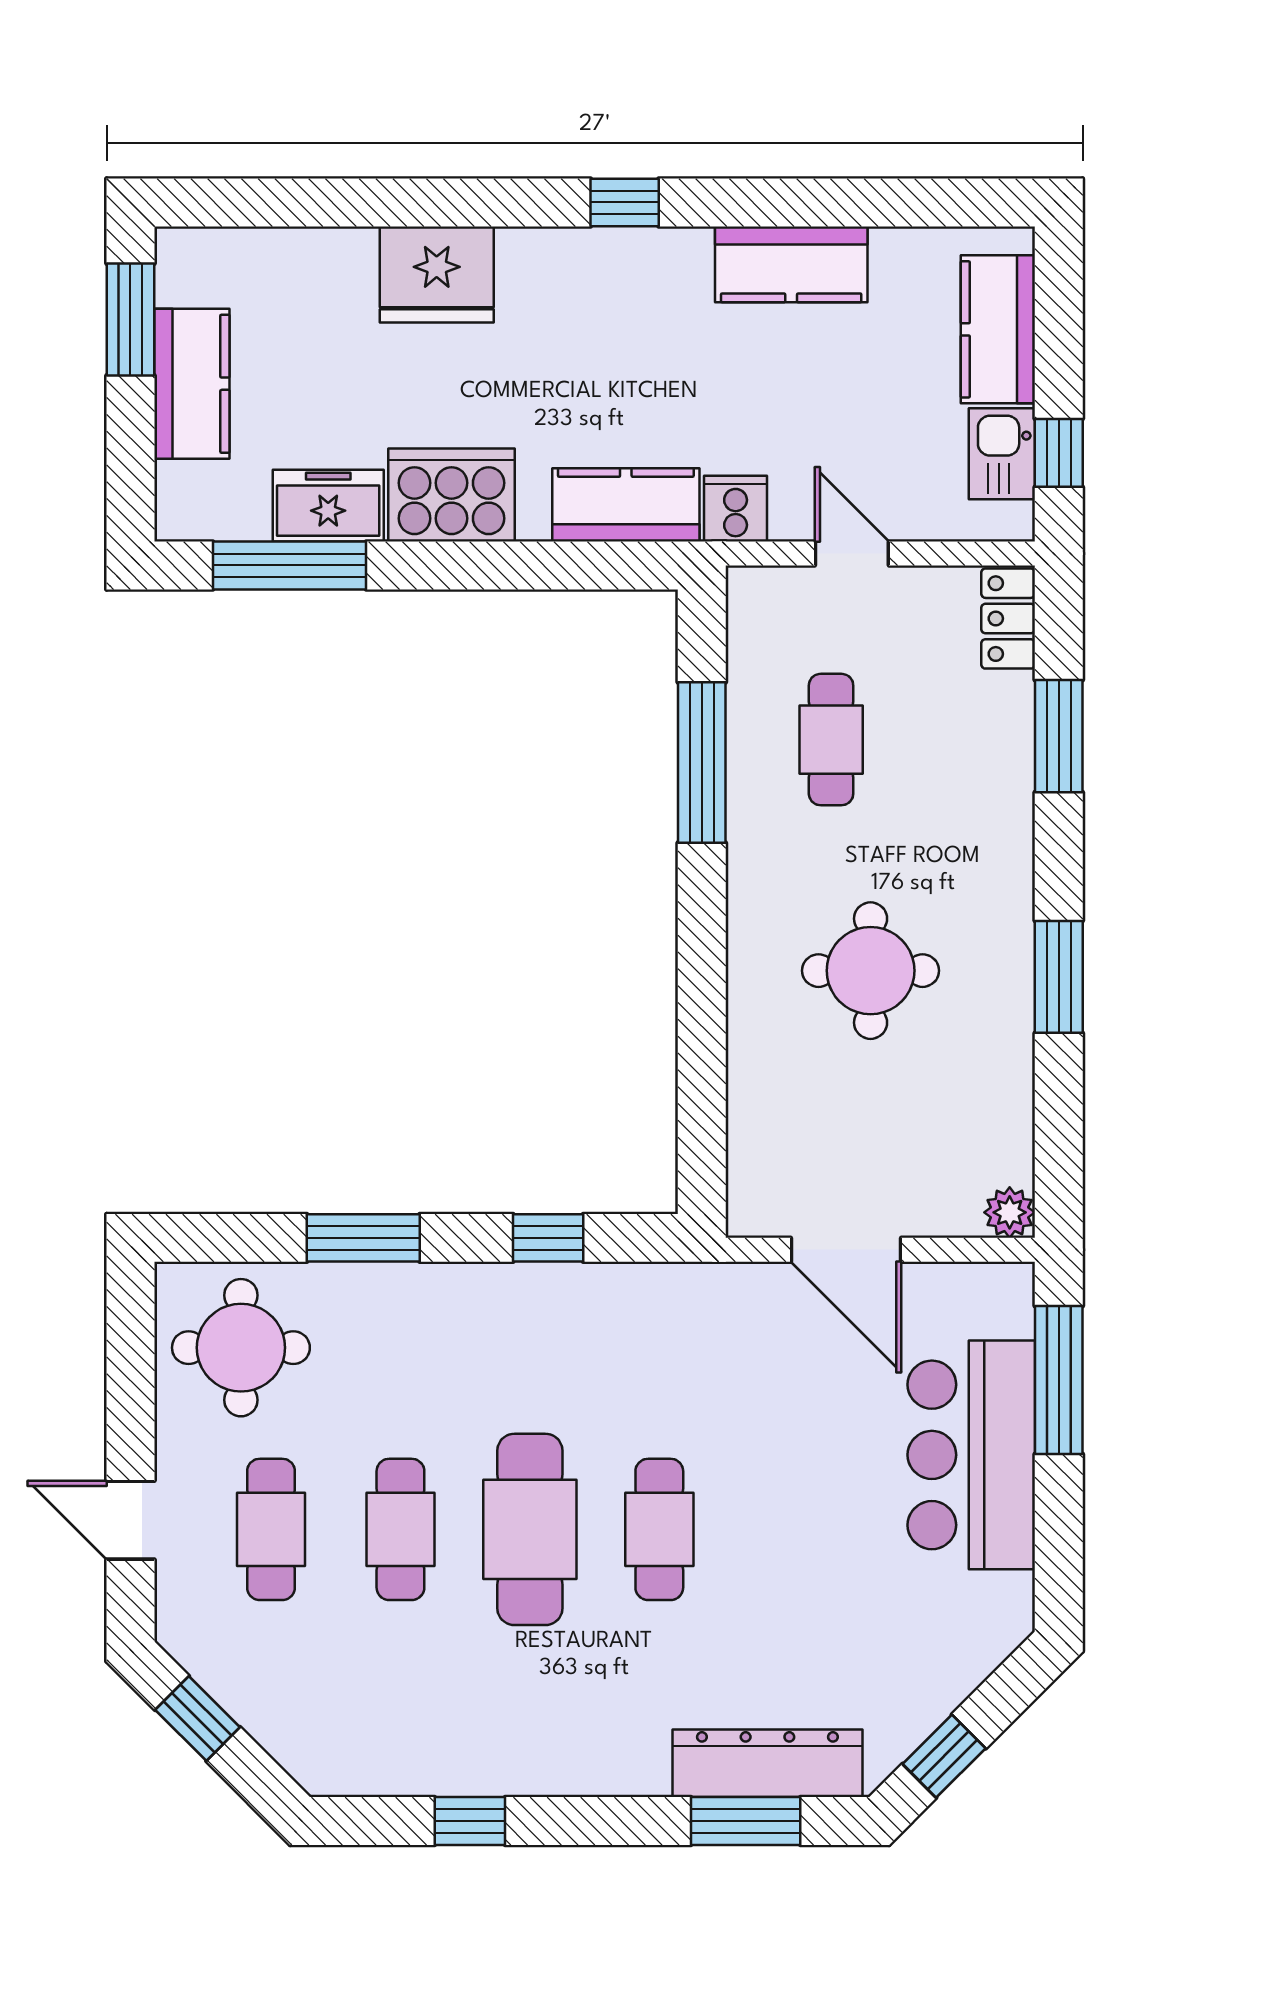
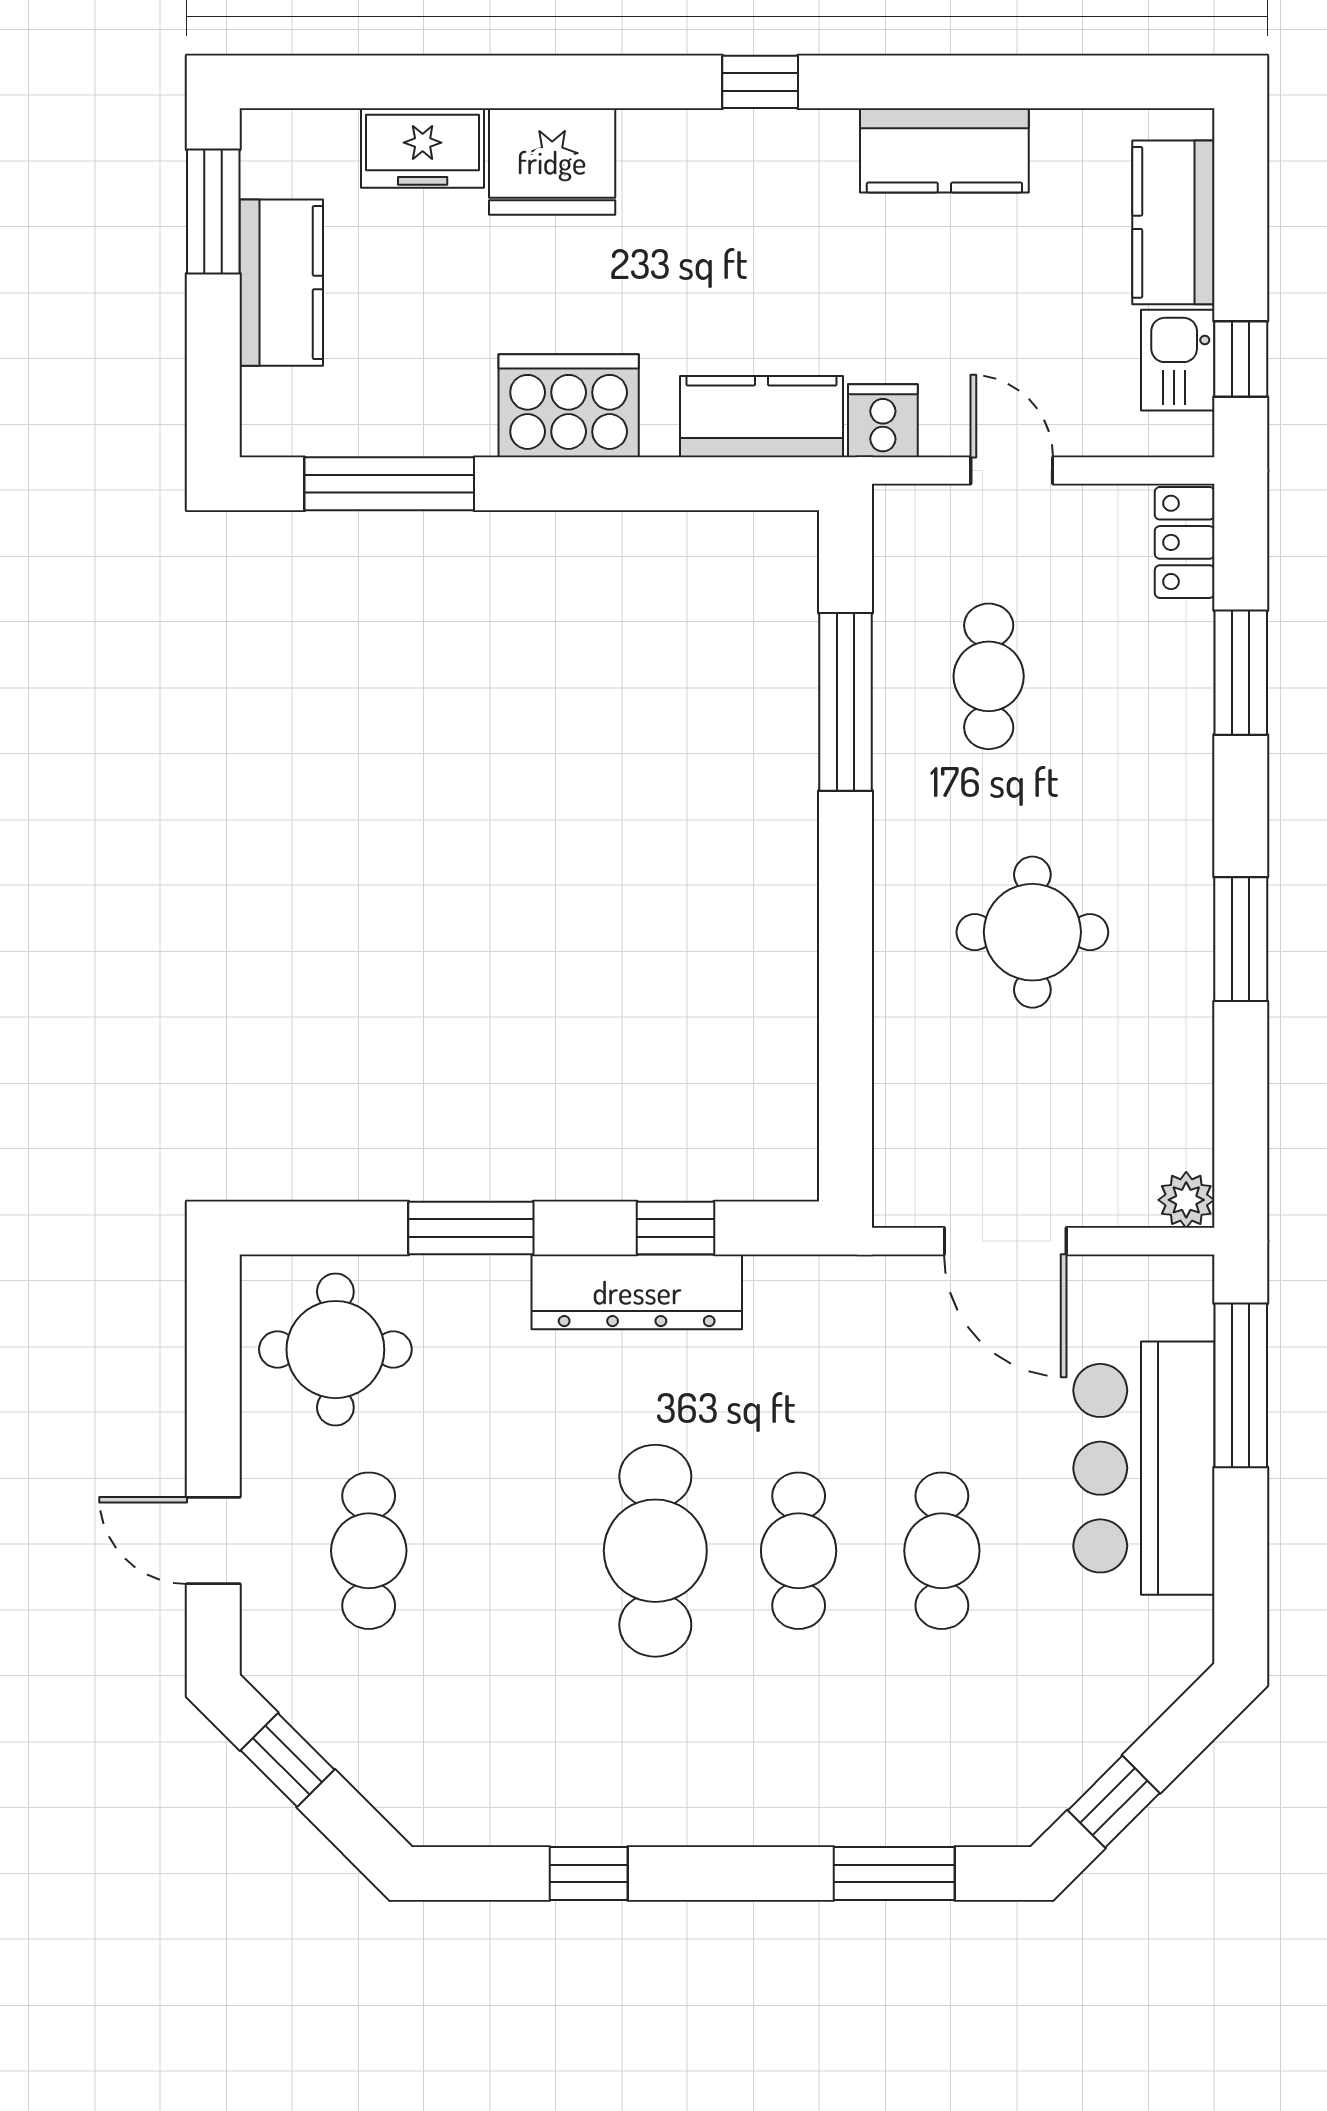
freezer: (328, 506) -> (423, 148), moved, turned 180
cafe table: (400, 1529) -> (942, 1551), moved
dresser: (767, 1763) -> (637, 1292), moved, turned 180

